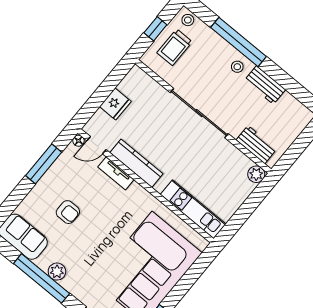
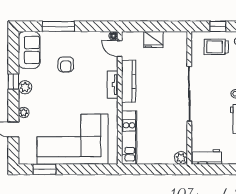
workbench: (256, 145) -> (207, 157), moved, turned -90
window: (44, 164) -> (58, 26), moved
tv unit: (116, 173) -> (113, 85), moved
window: (42, 278) -> (13, 82), width x0.32
plant: (81, 294) -> (24, 112), added

